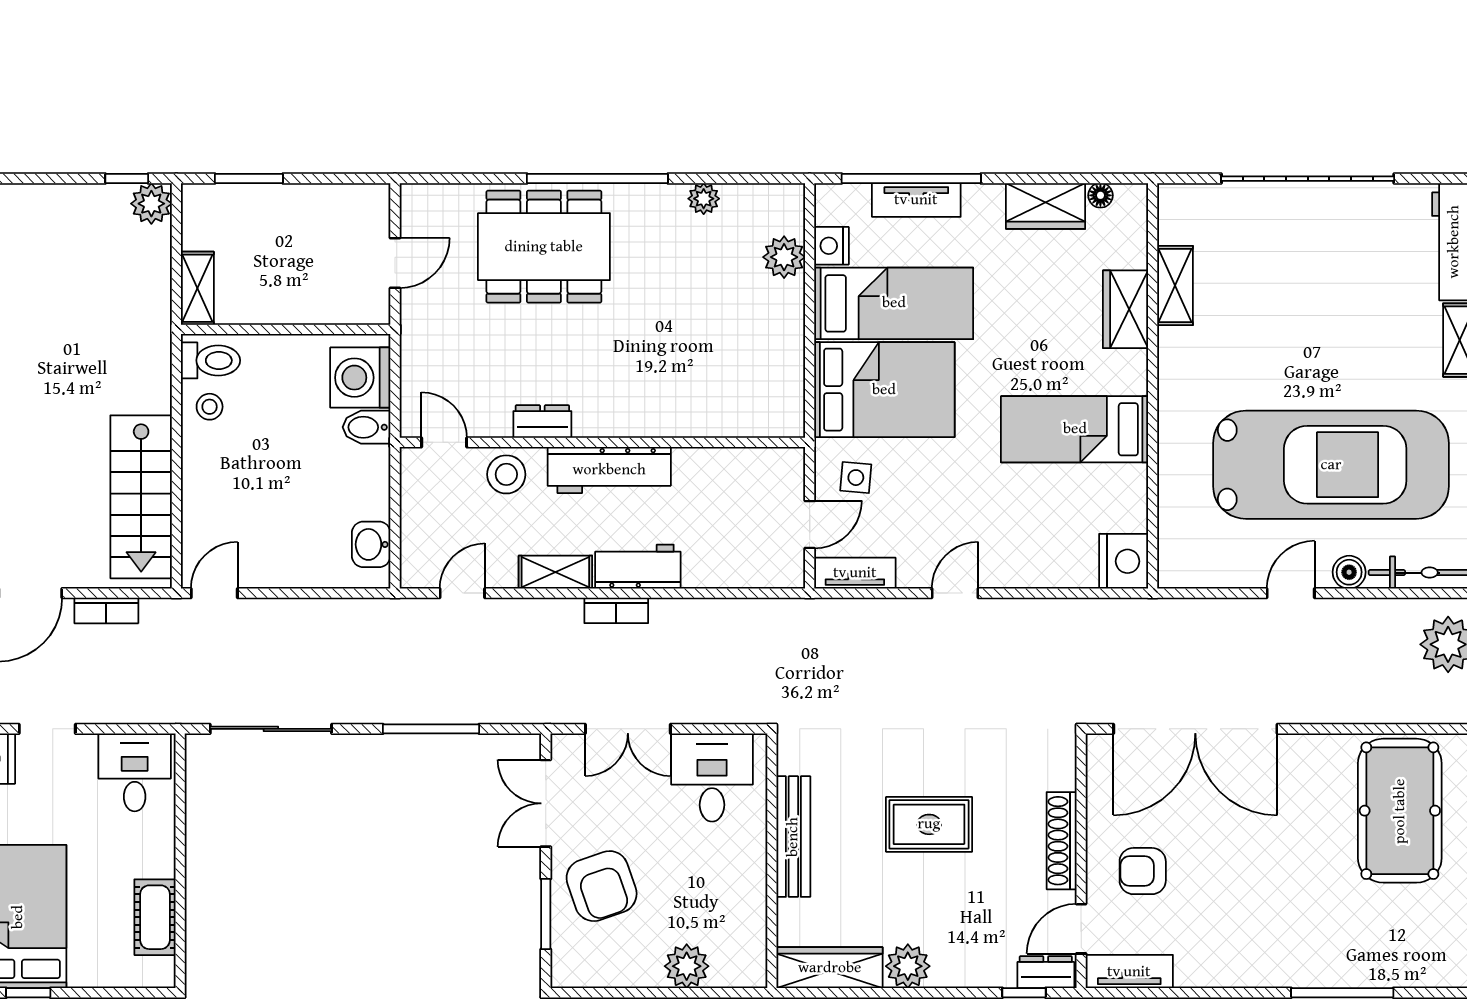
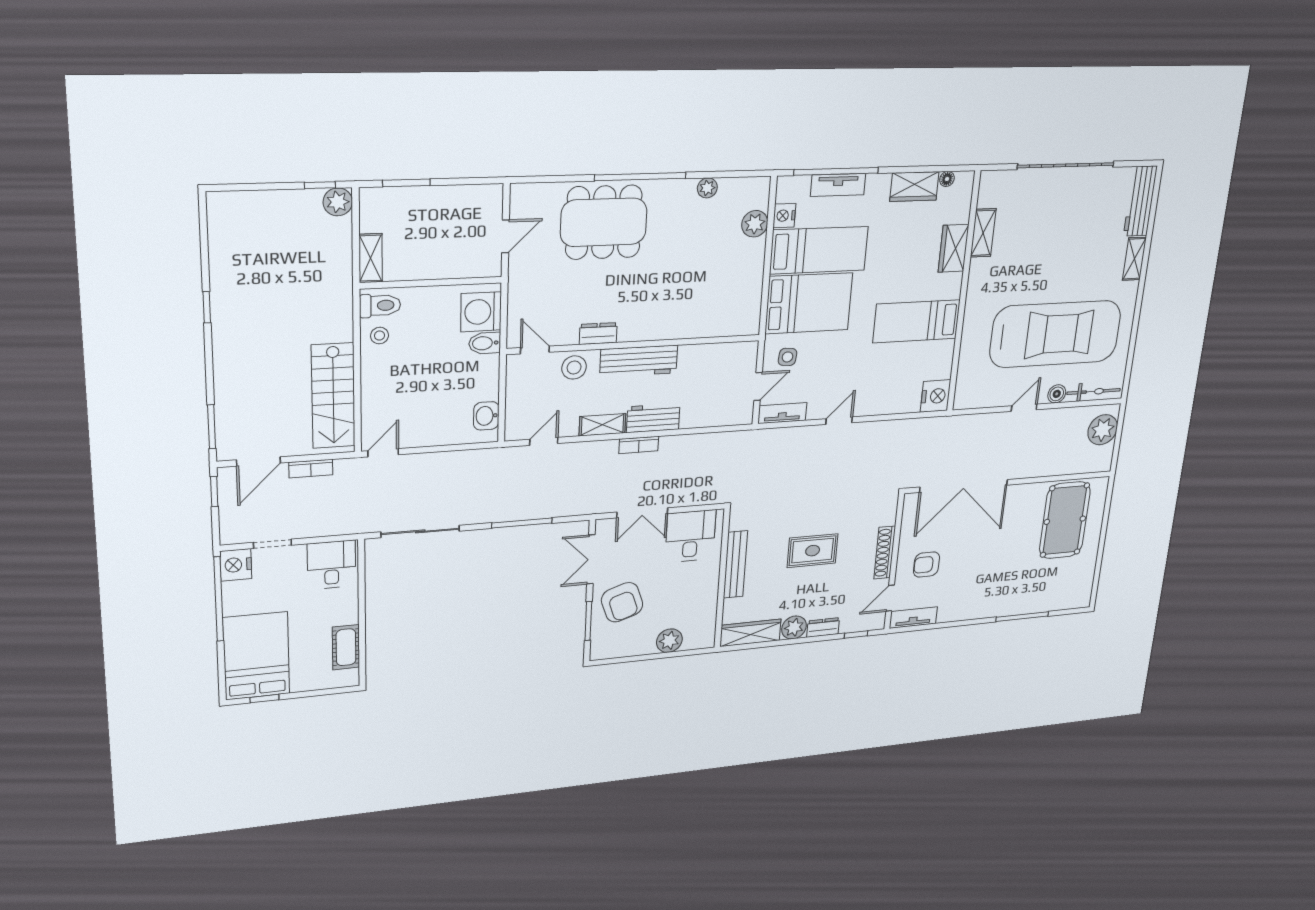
dresser: (1046, 972) -> (823, 628), moved

